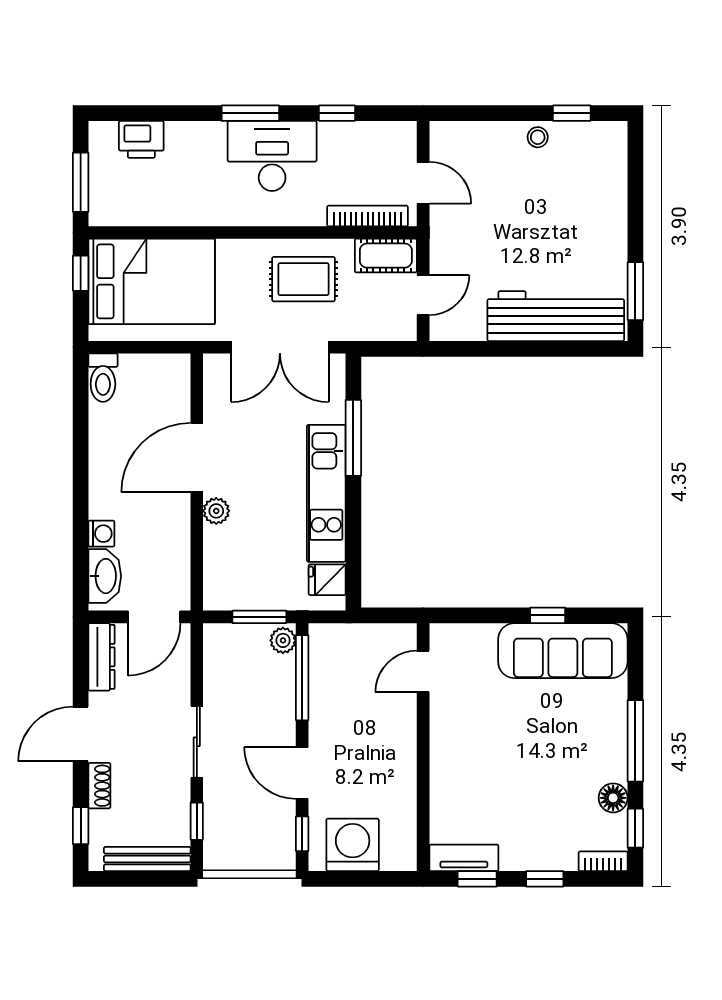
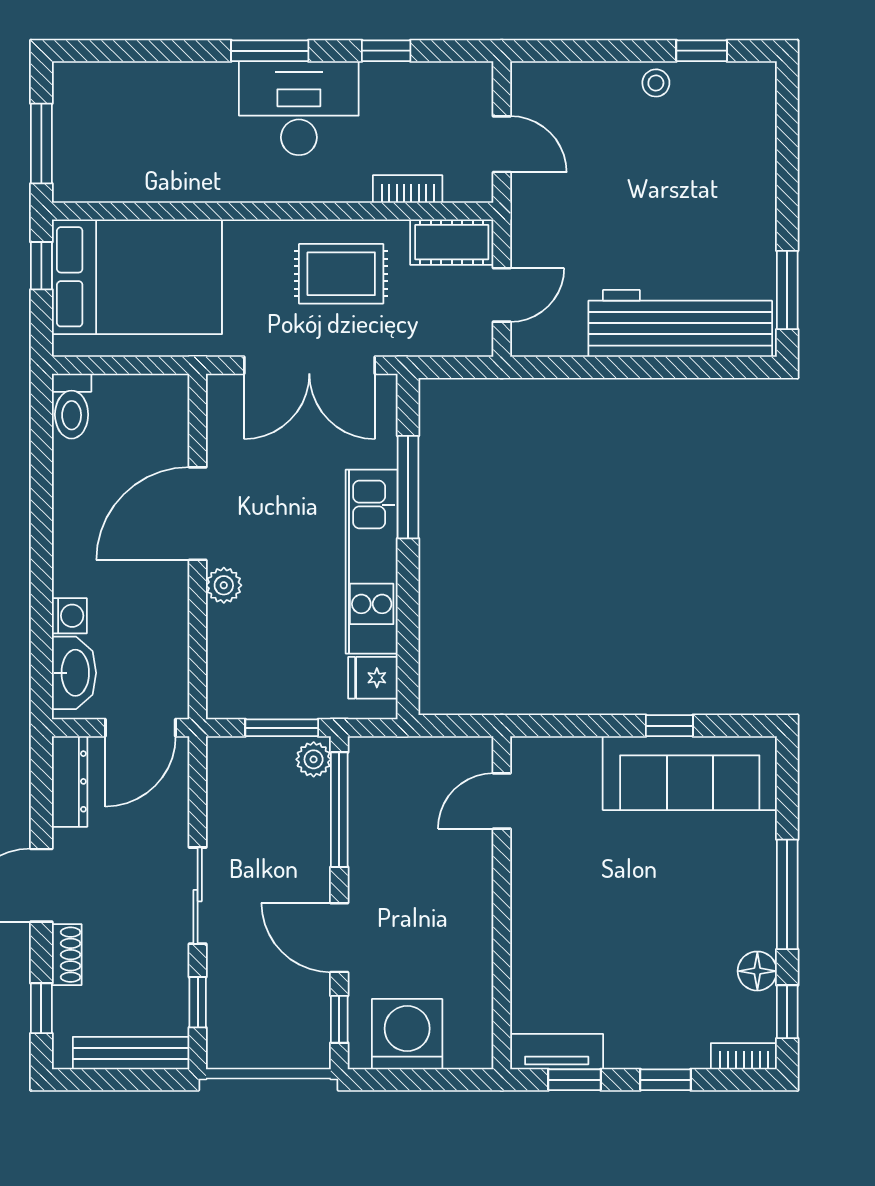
printer: (141, 139) -> (123, 86), removed
bookcase: (368, 216) -> (408, 189), width x0.64

